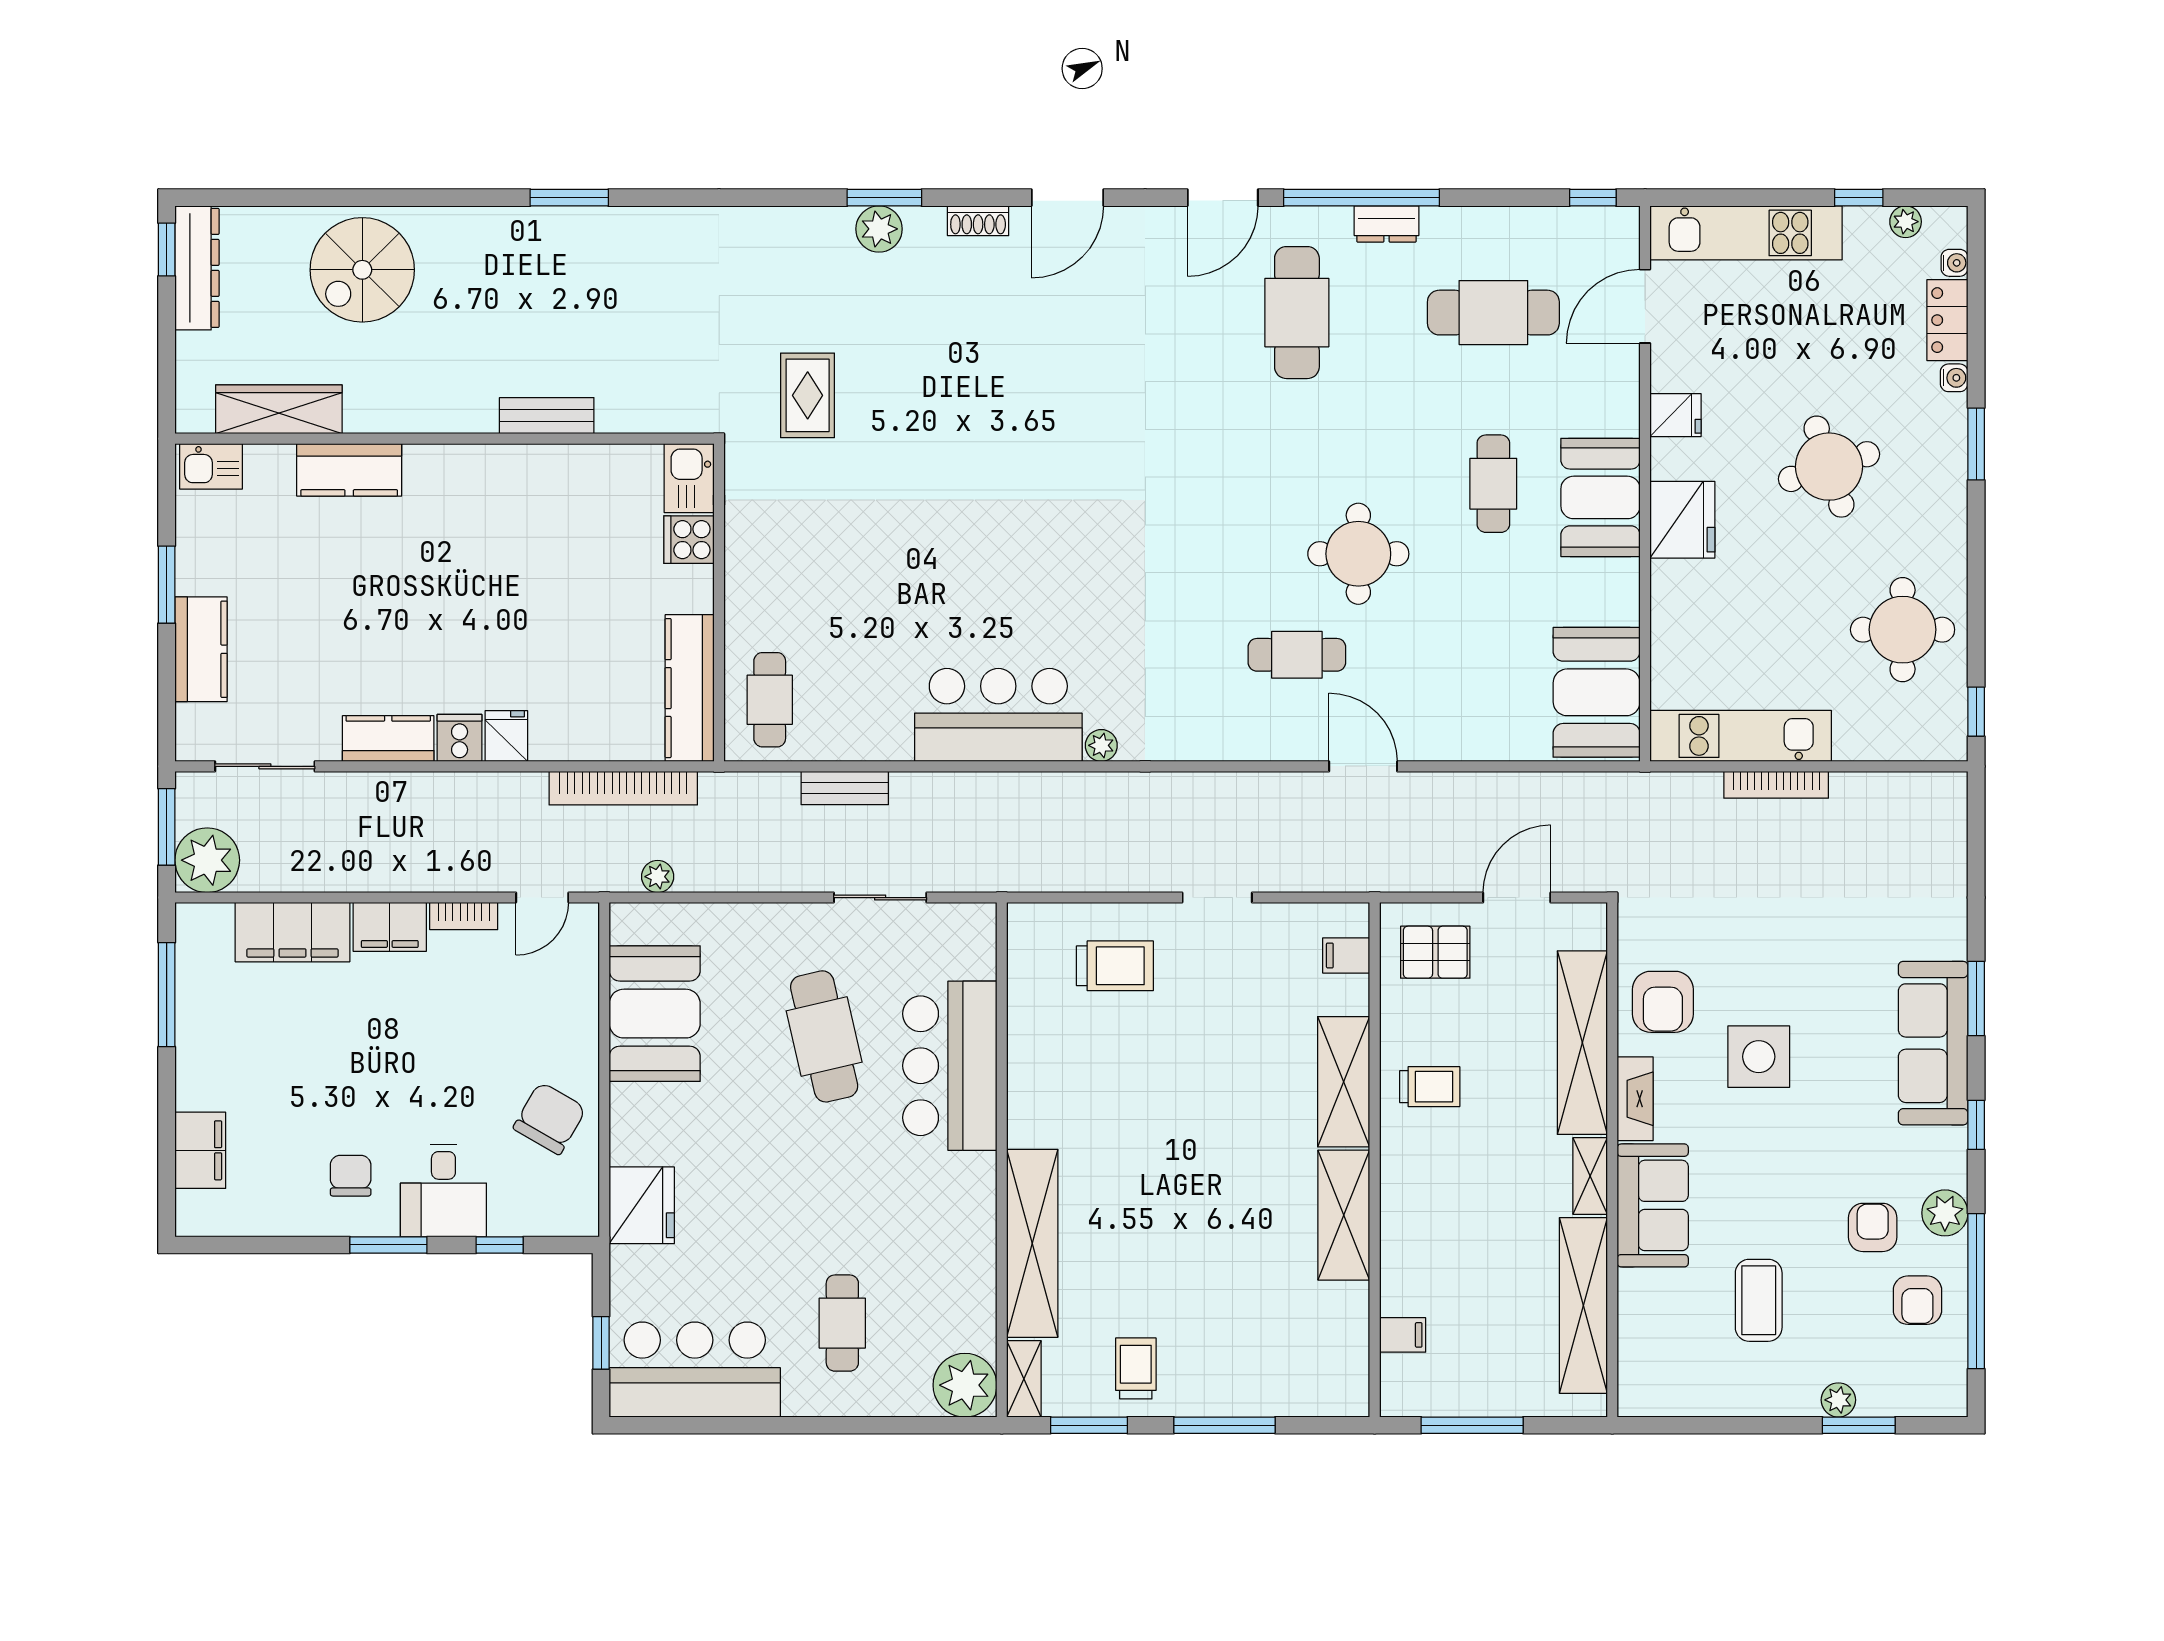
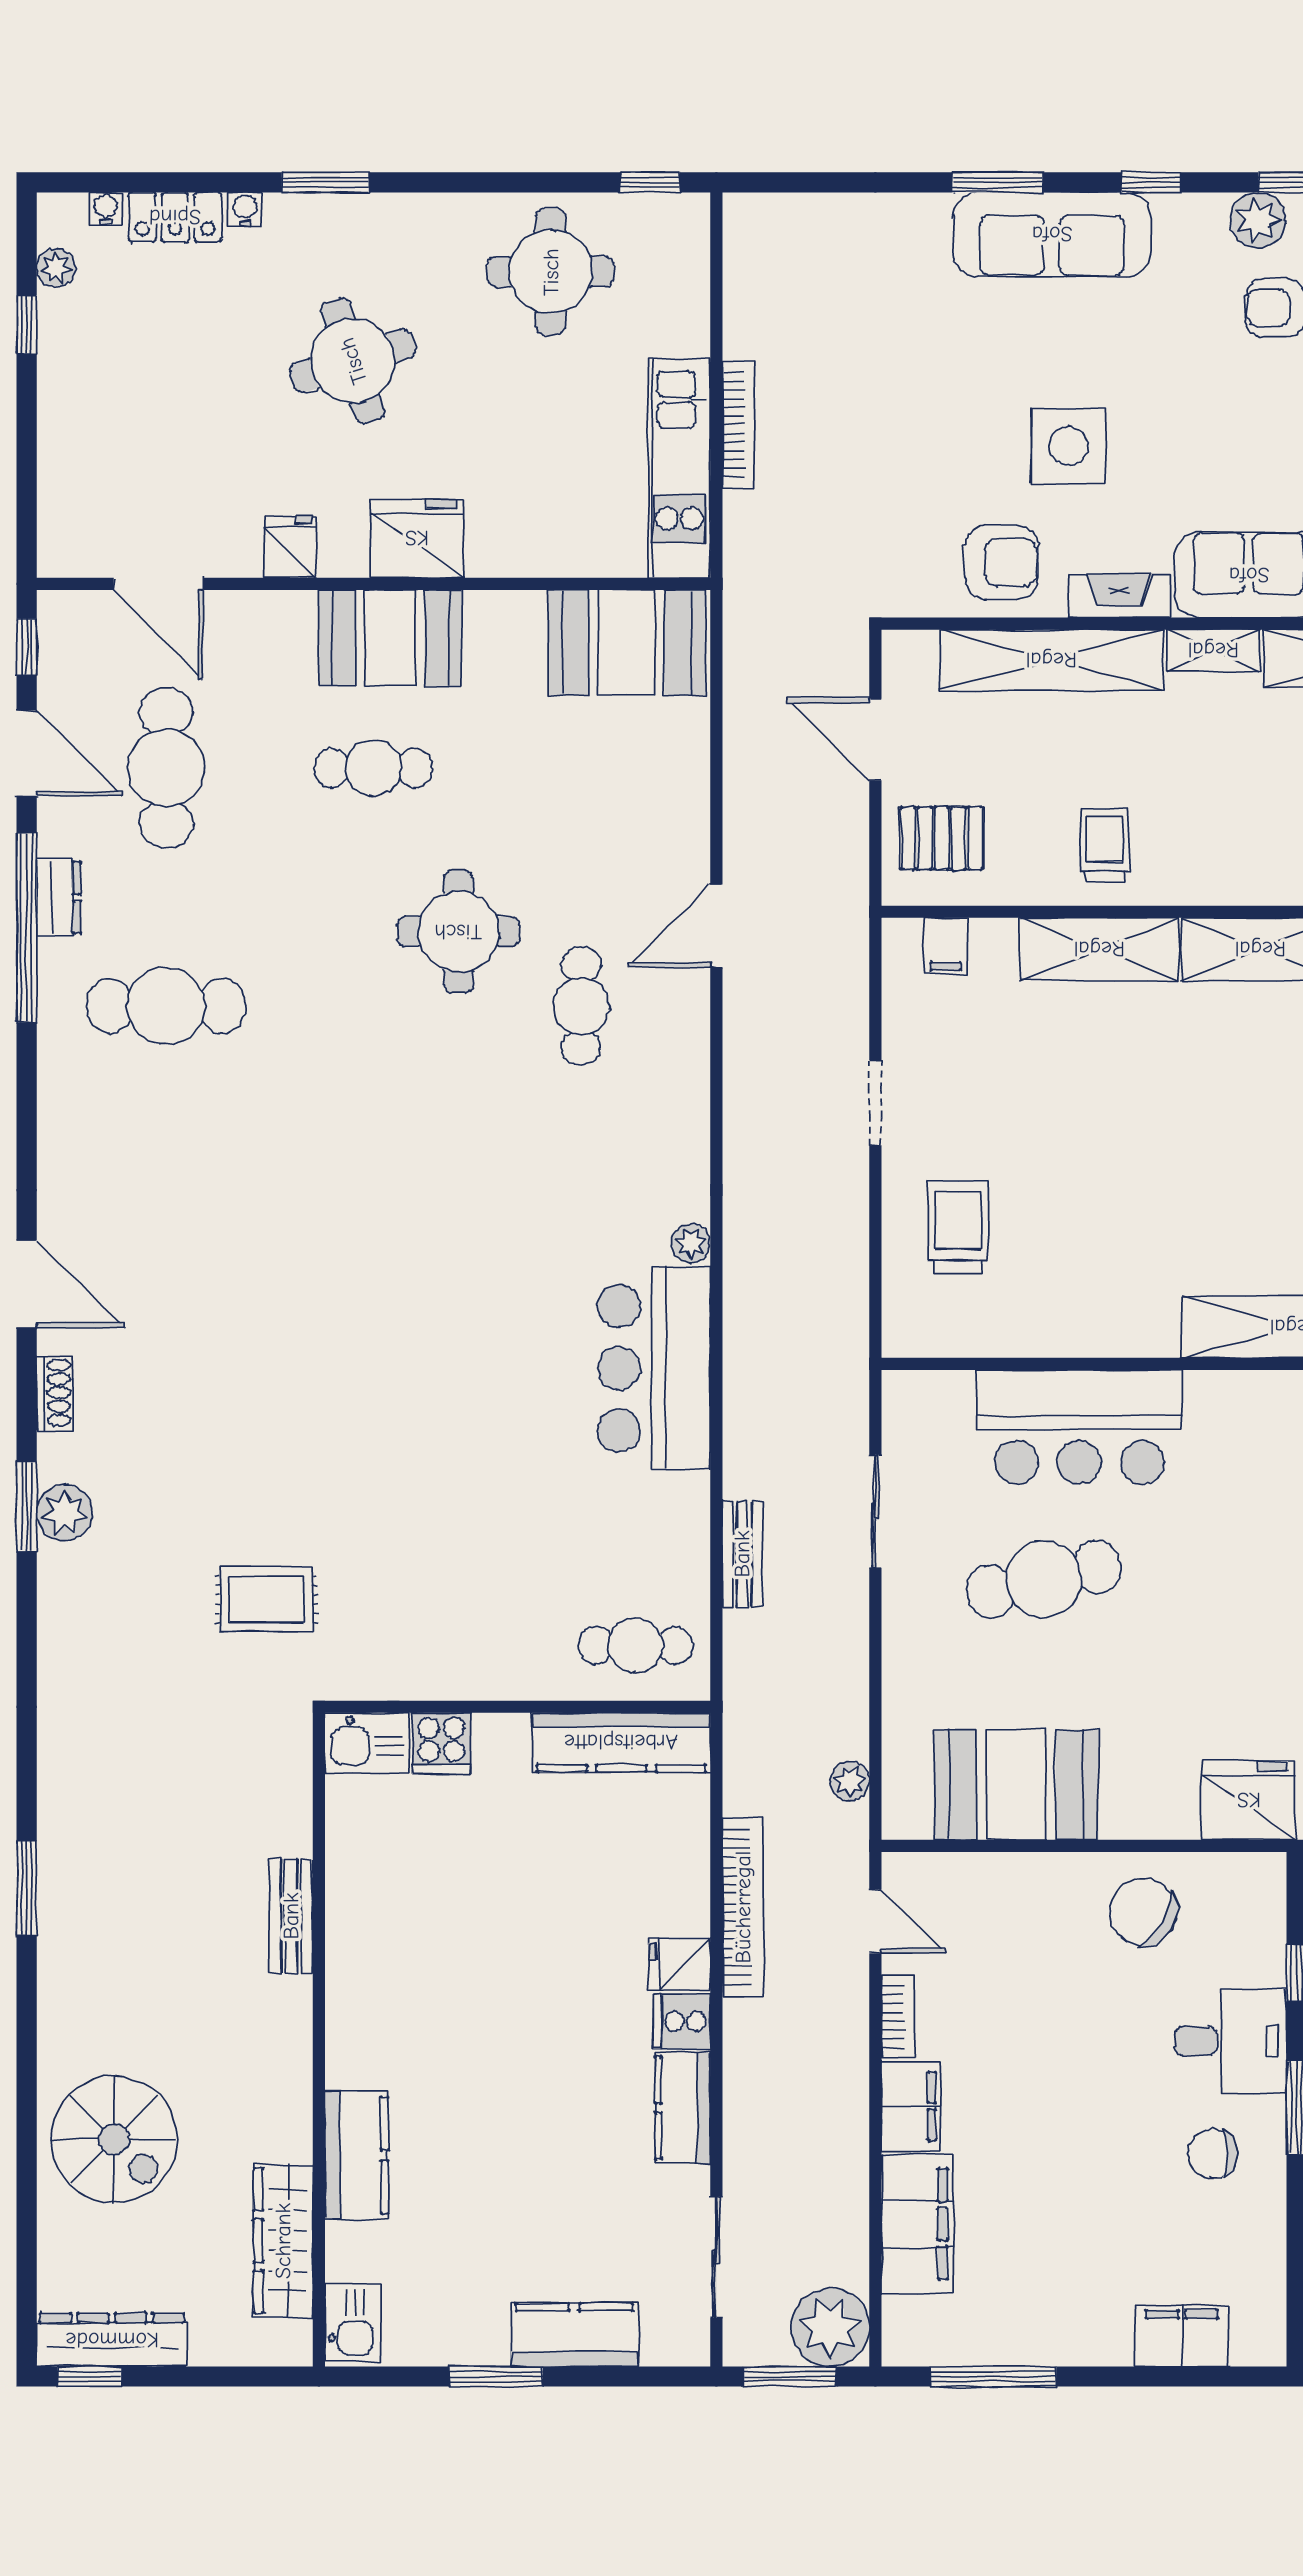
door: (1223, 198) -> (27, 753), moved
kitchen unit: (1746, 233) -> (69, 461), removed
bookcase: (623, 788) -> (743, 1907), moved
pallet: (1435, 952) -> (942, 838), turned 90

